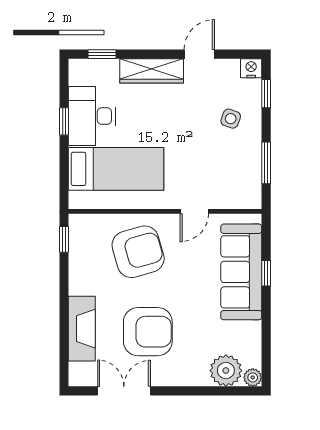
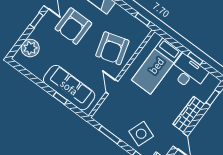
side table: (231, 119) -> (141, 134), width x1.87, depth x1.87
plant: (253, 377) -> (18, 58), removed
window: (179, 391) -> (37, 20), added

